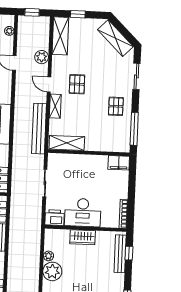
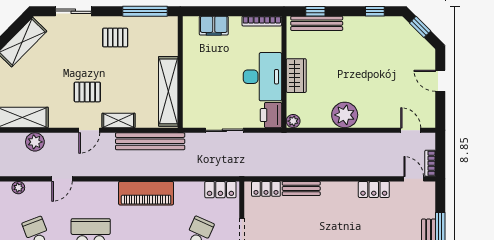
plant: (42, 57) -> (35, 142), moved
shelving: (67, 143) -> (168, 91), width x1.47
filing cabinet: (119, 163) -> (214, 26), moved, turned 90
plant: (49, 256) -> (293, 121), moved

